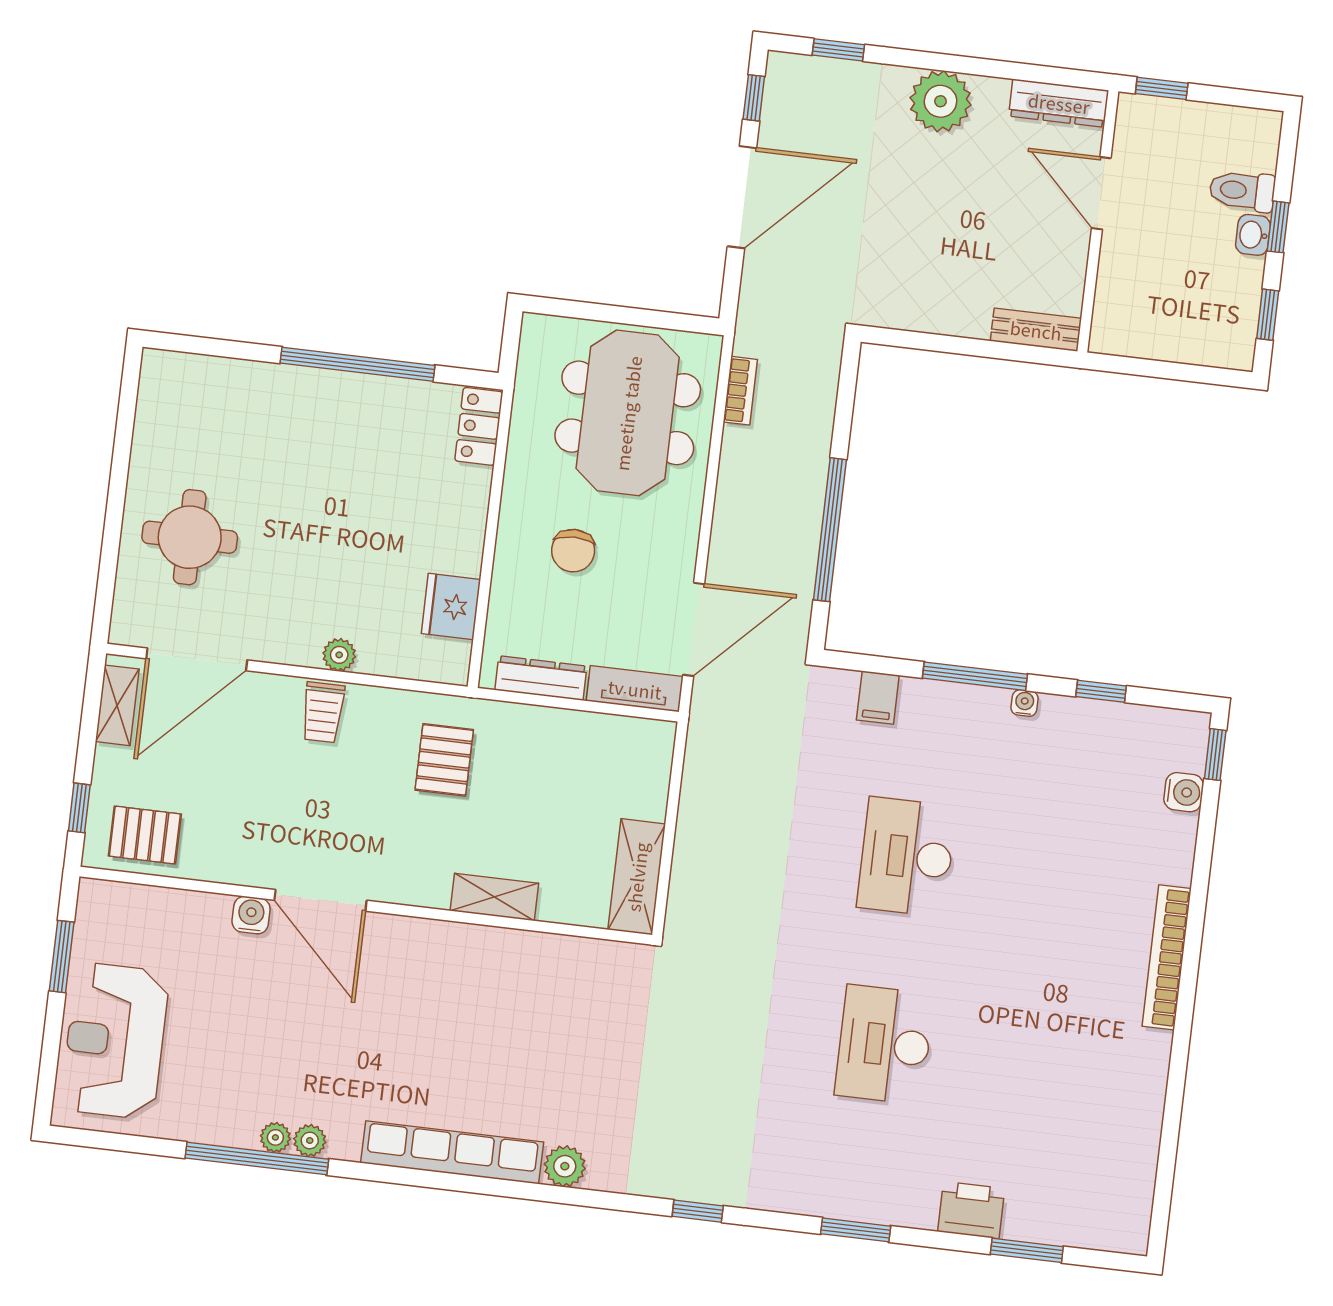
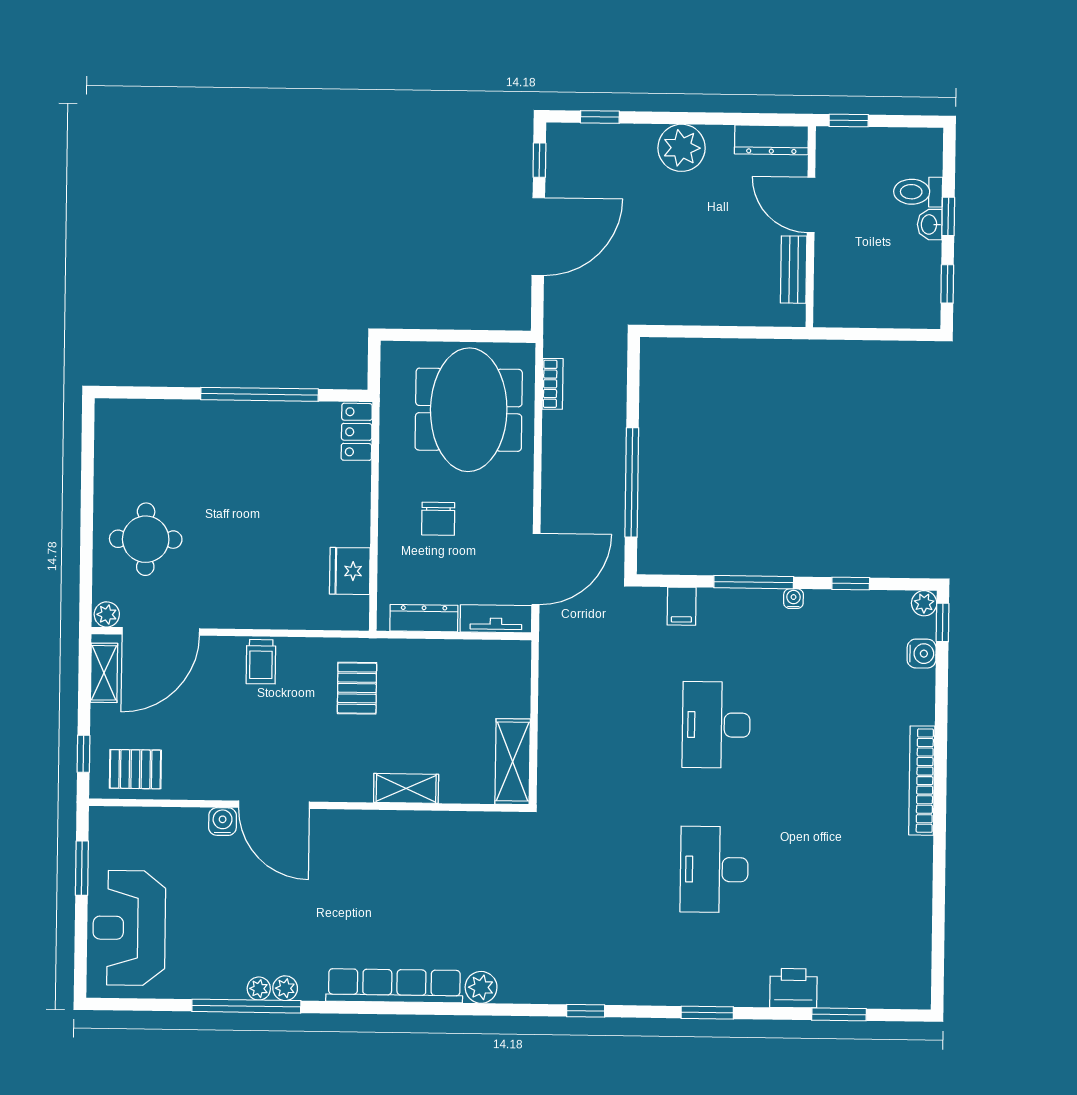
bench: (1036, 330) -> (794, 270), moved, turned 90
plant: (339, 655) -> (107, 614), moved
plant: (1194, 727) -> (924, 603), added

